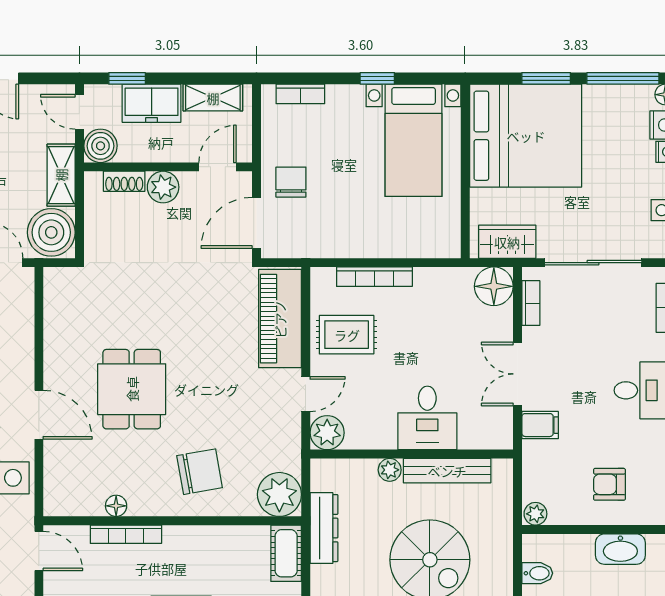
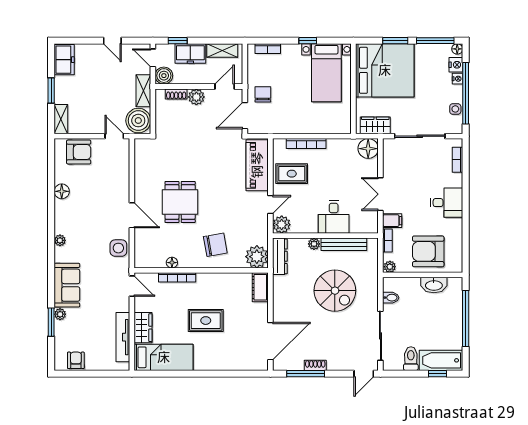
bookcase: (531, 303) -> (387, 241), moved
armchair: (609, 484) -> (428, 251), width x1.88, depth x1.88
dresser: (324, 528) -> (280, 256), moved

